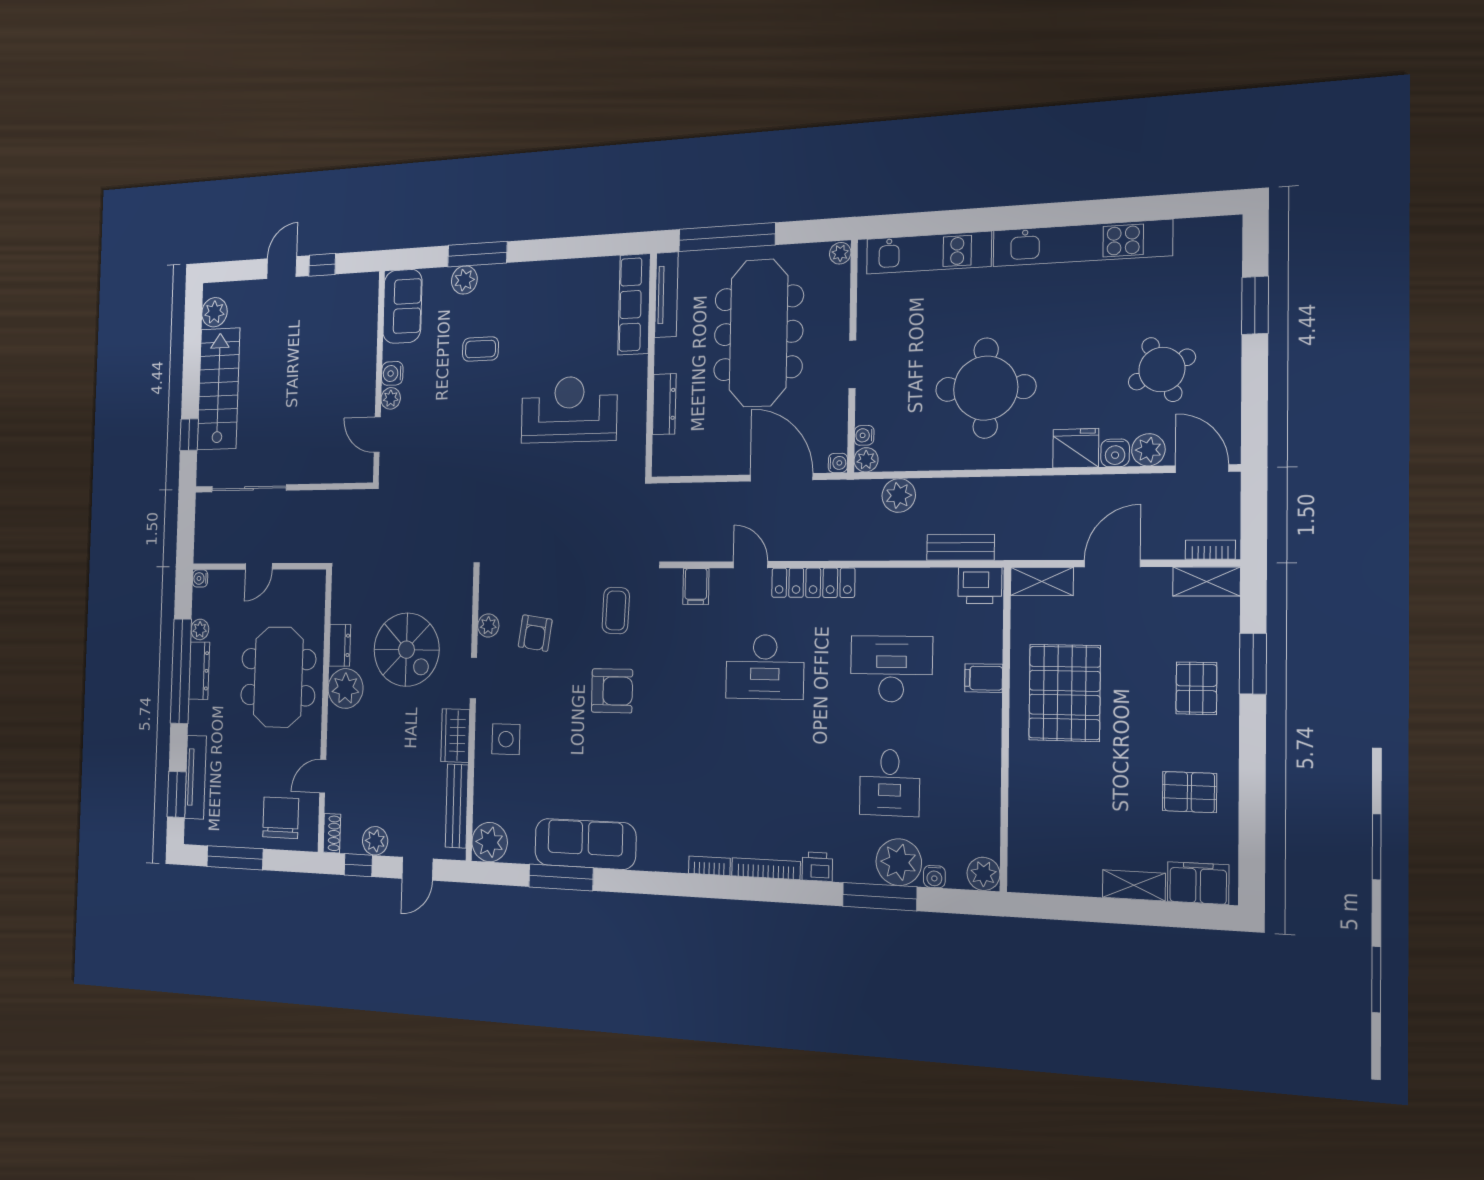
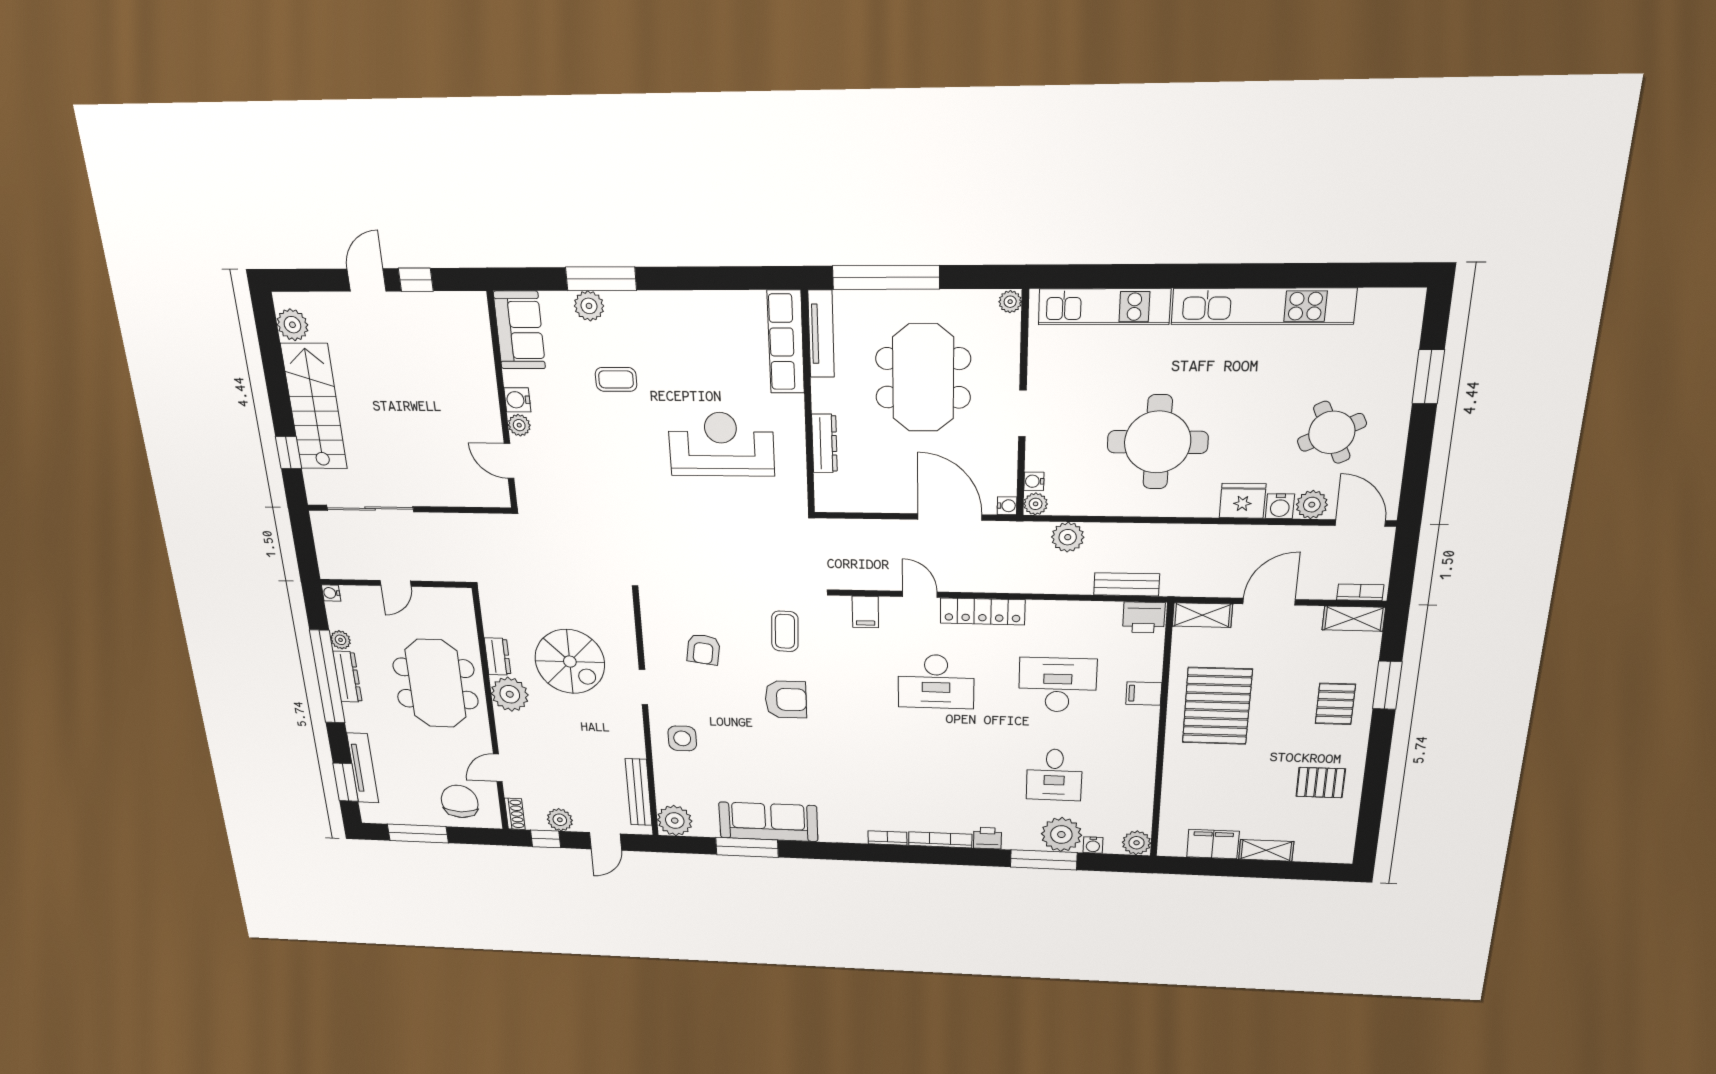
meeting table: (758, 333) -> (923, 378), width x0.73
plant: (488, 625) -> (654, 642), removed
wardrobe: (455, 736) -> (630, 735), removed
filing cabinet: (1198, 883) -> (1213, 844), moved

